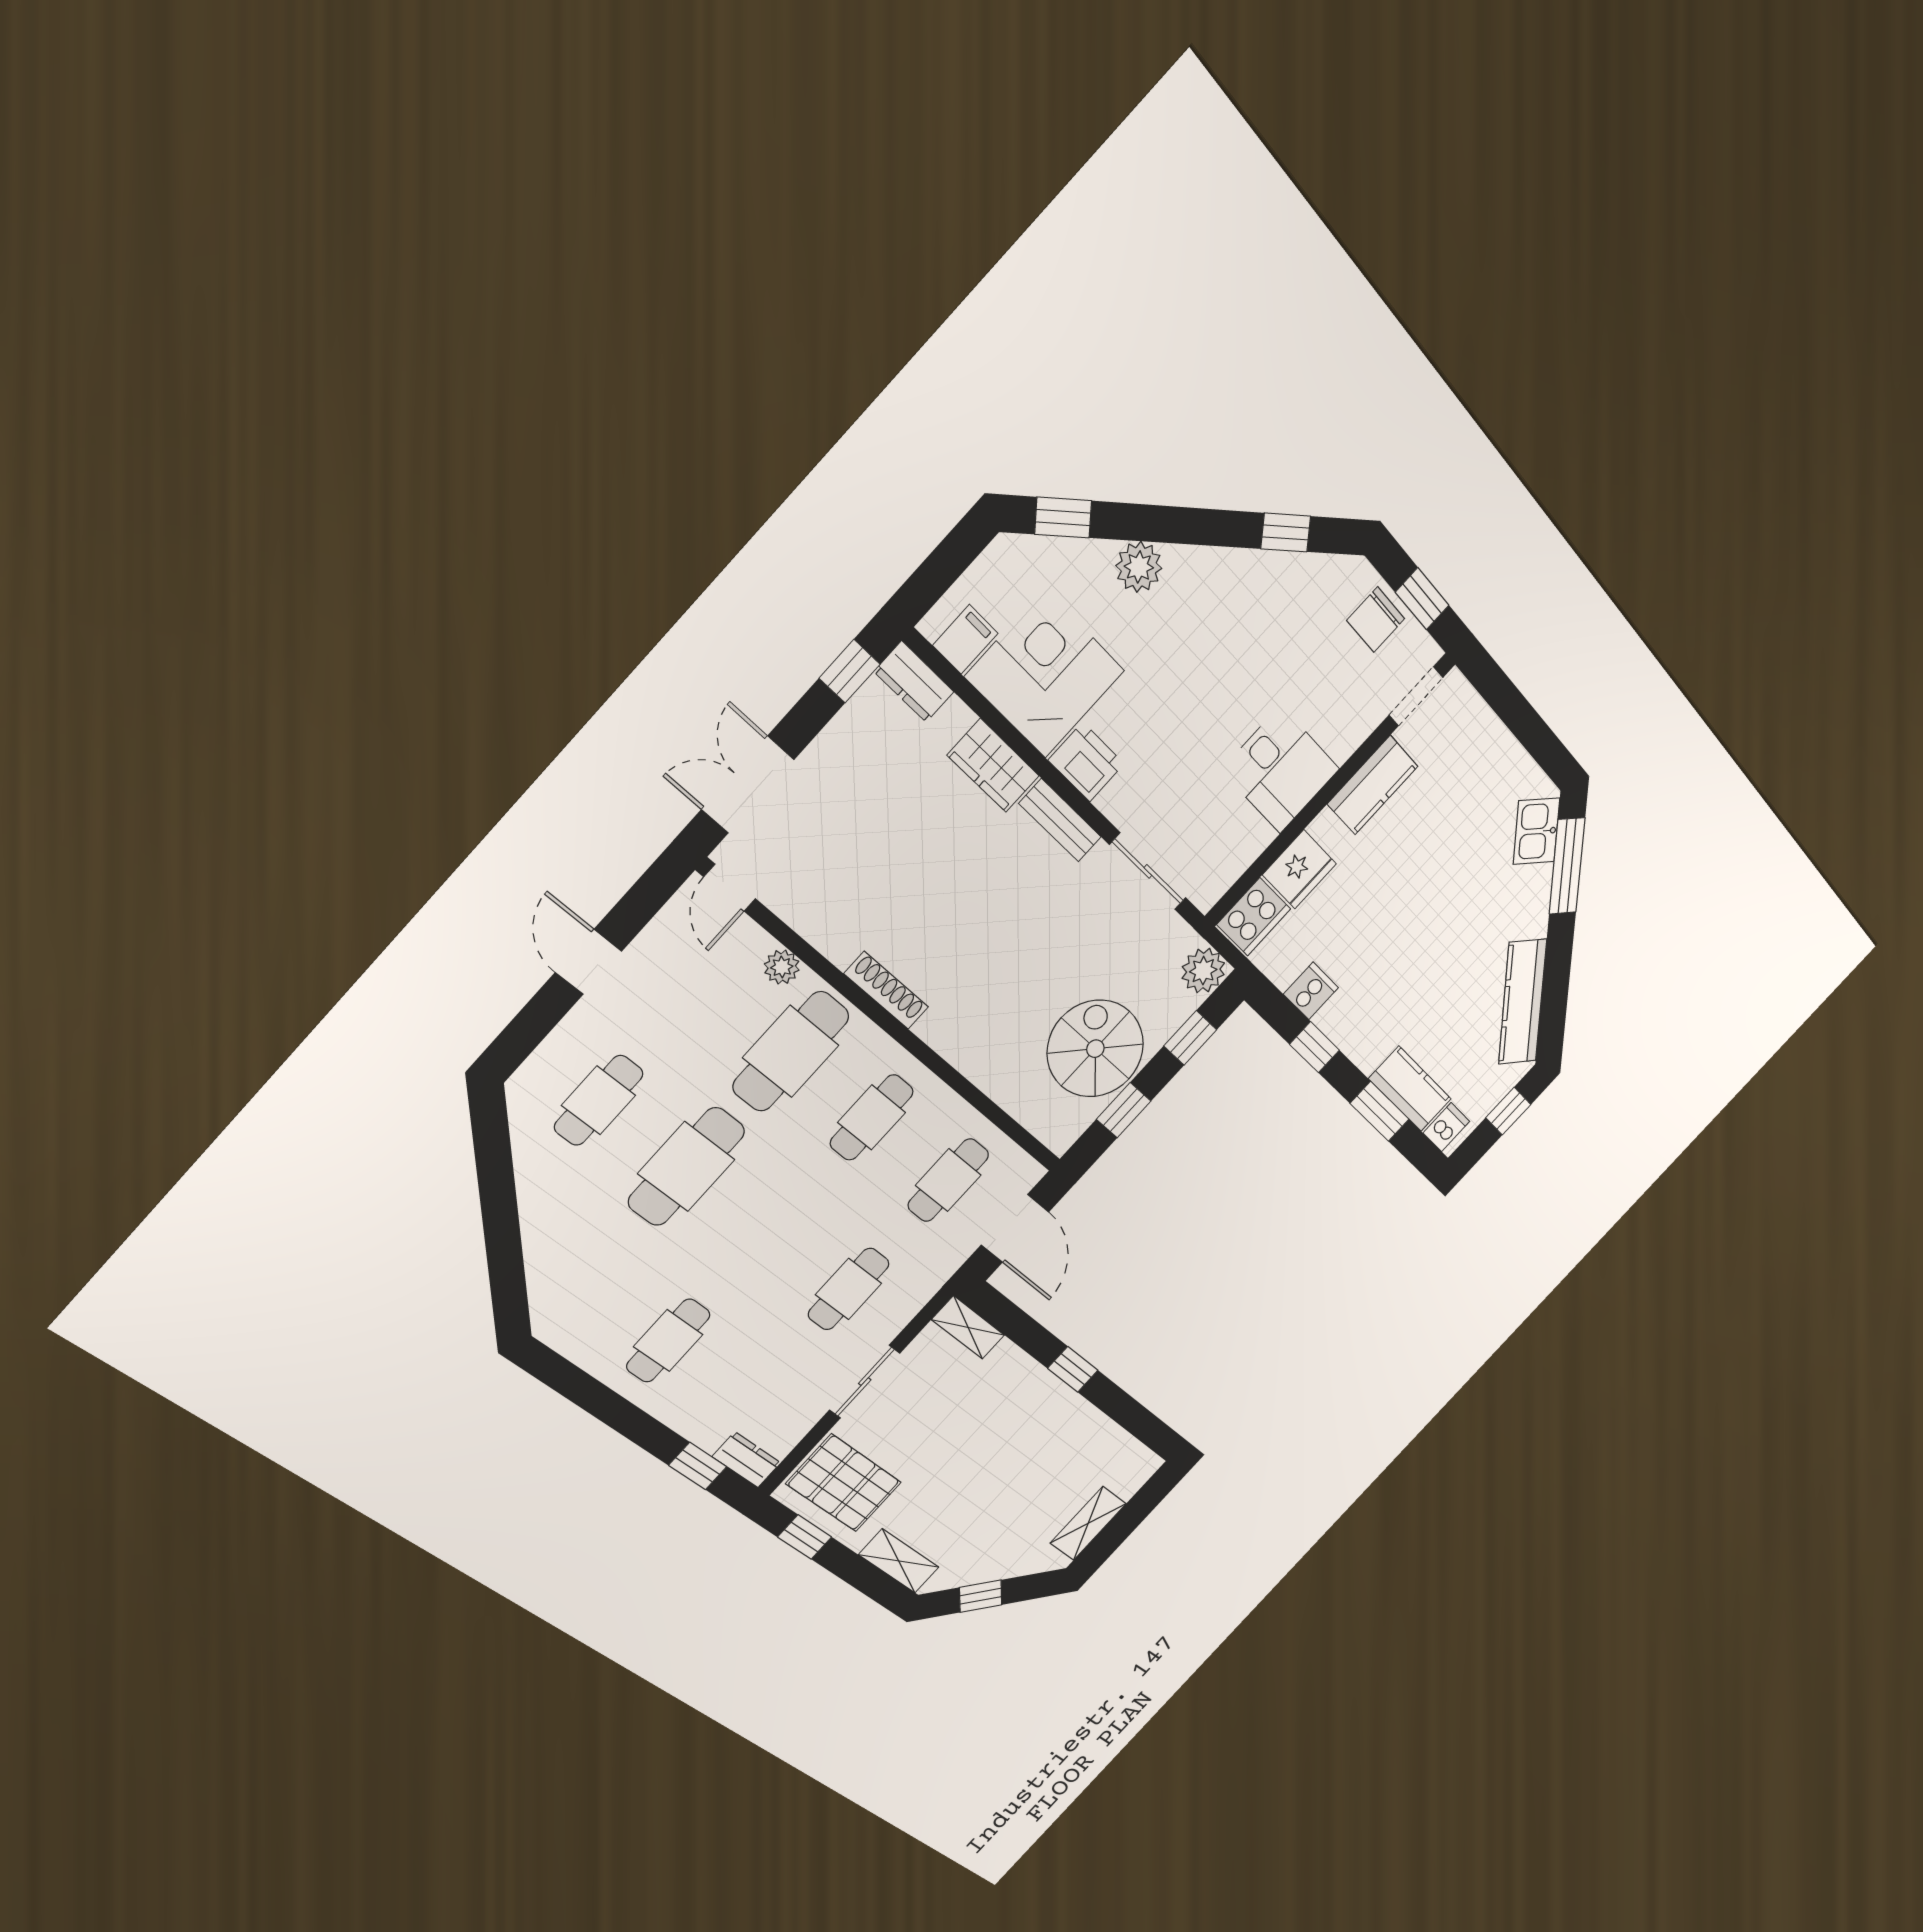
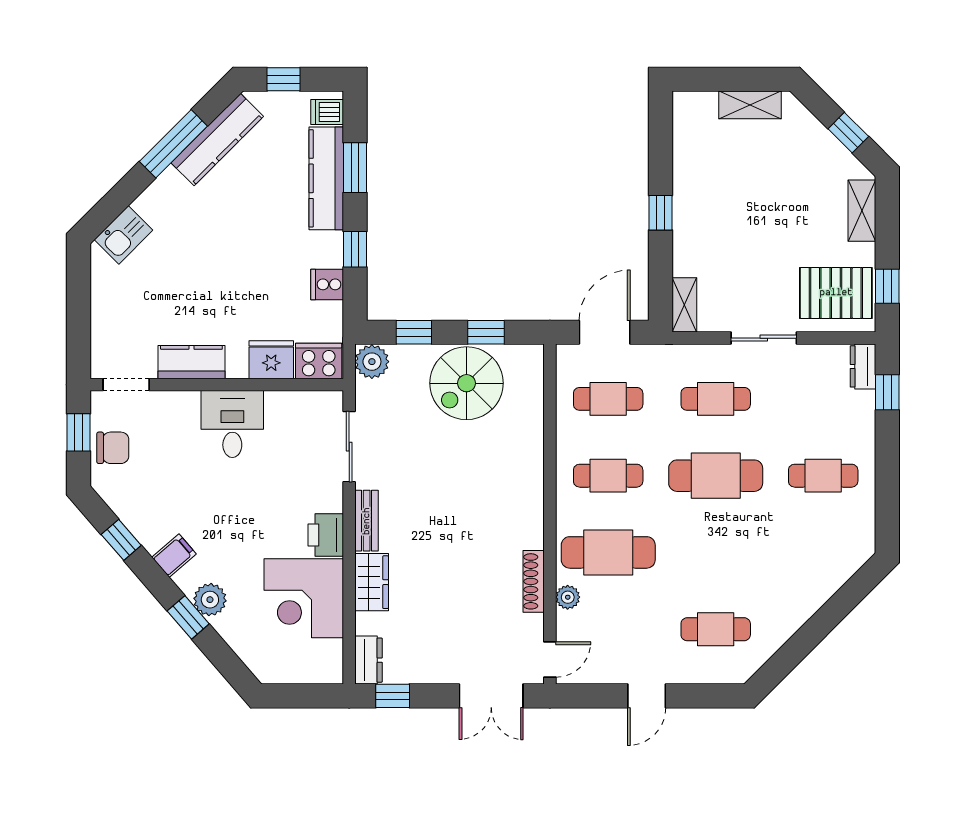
window: (1063, 518) -> (188, 617), moved
filing cabinet: (965, 639) -> (174, 556), moved, turned 139
window: (1567, 866) -> (173, 144), moved
shoe rack: (886, 990) -> (534, 581), moved
kitchen counter: (1410, 1089) -> (326, 178), width x1.50
cafe table: (686, 1167) -> (716, 476), moved
pallet: (844, 1483) -> (836, 293), turned 90

